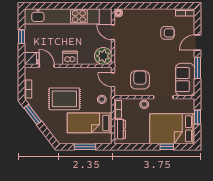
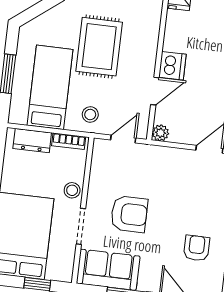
armchair: (168, 33) -> (197, 248), turned 180
plant: (103, 56) -> (160, 133), width x0.53, depth x0.53
door: (47, 66) -> (155, 91), moved
armchair: (140, 80) -> (129, 214), moved

